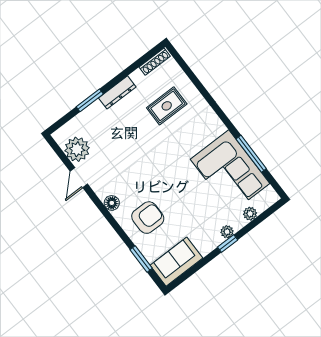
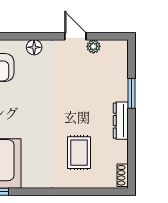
shoe rack: (155, 62) -> (123, 175), width x0.70
plant: (77, 149) -> (93, 46), width x0.53, depth x0.53

